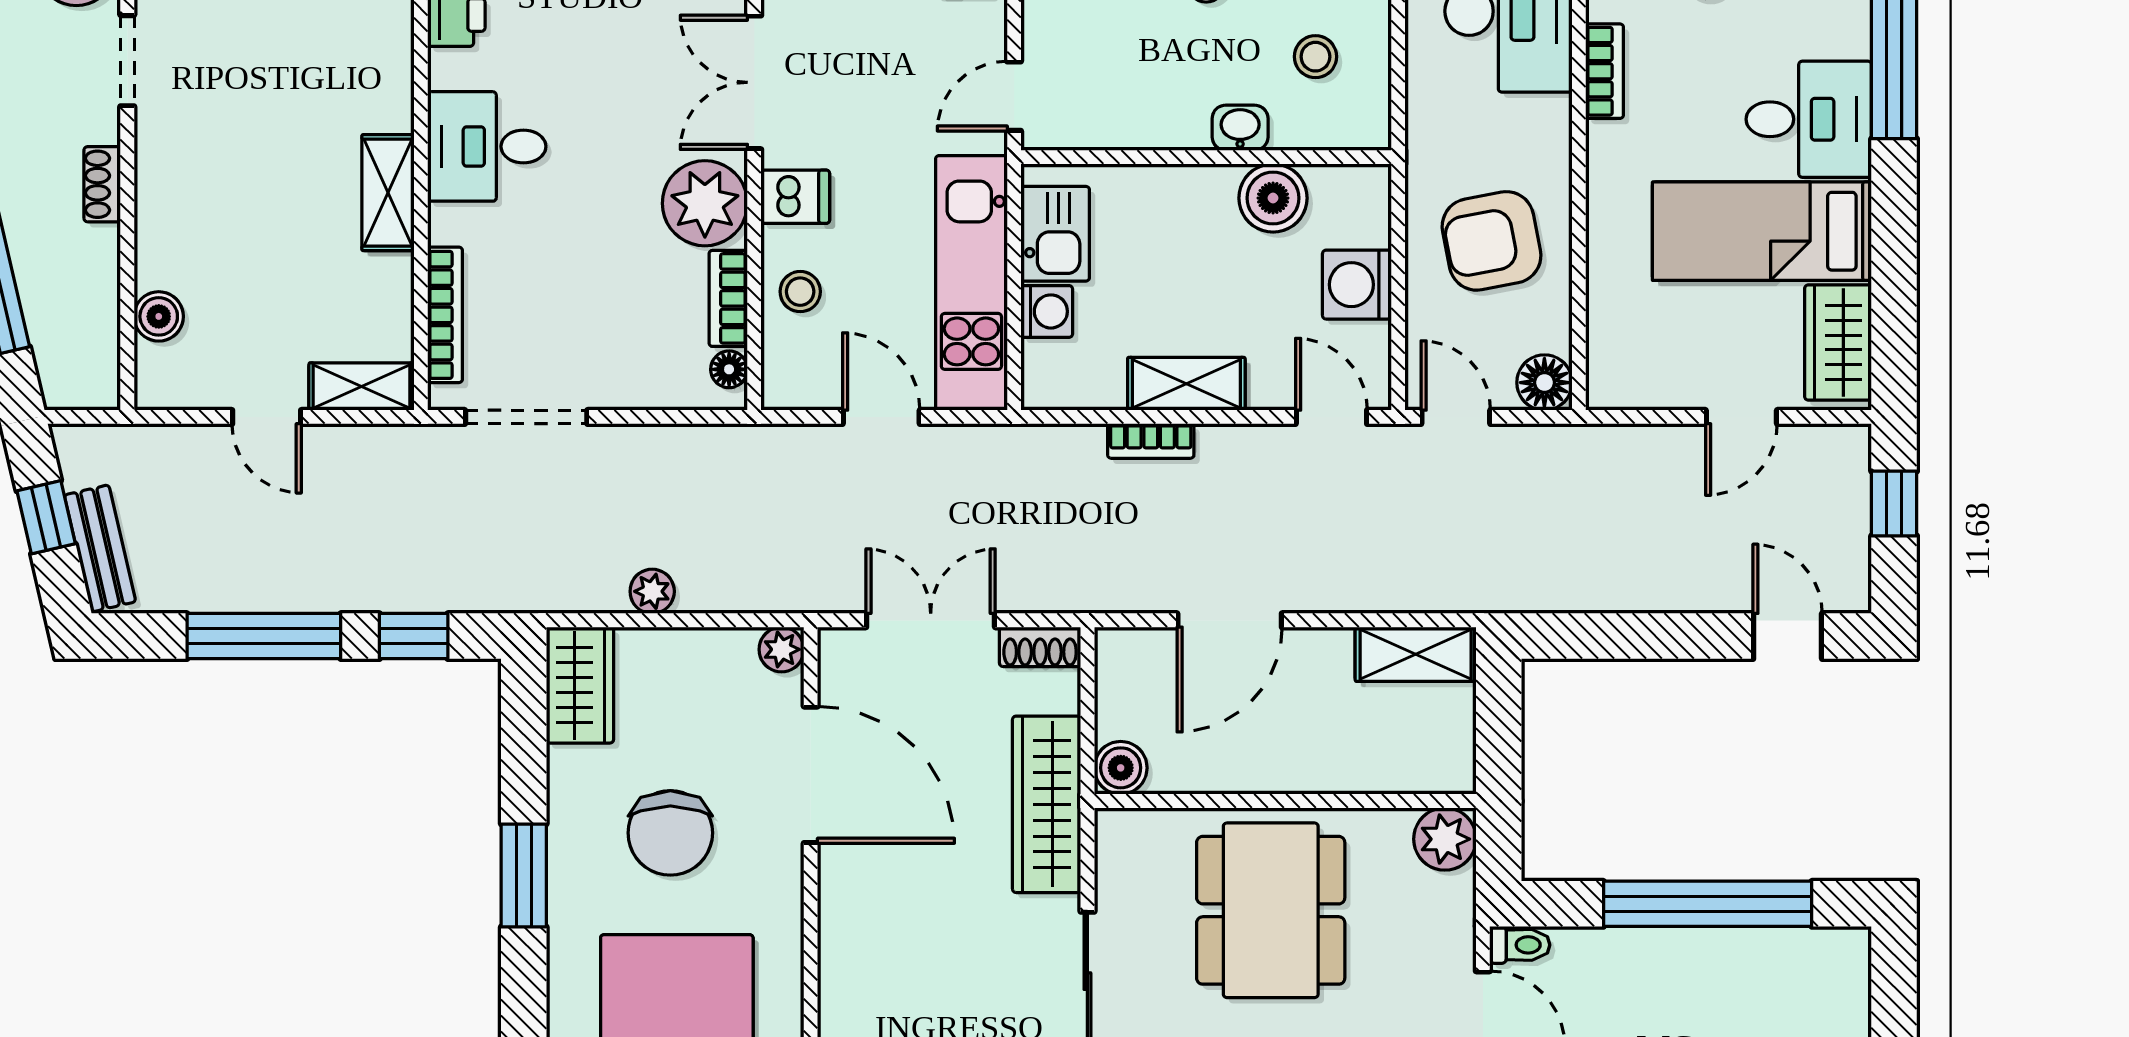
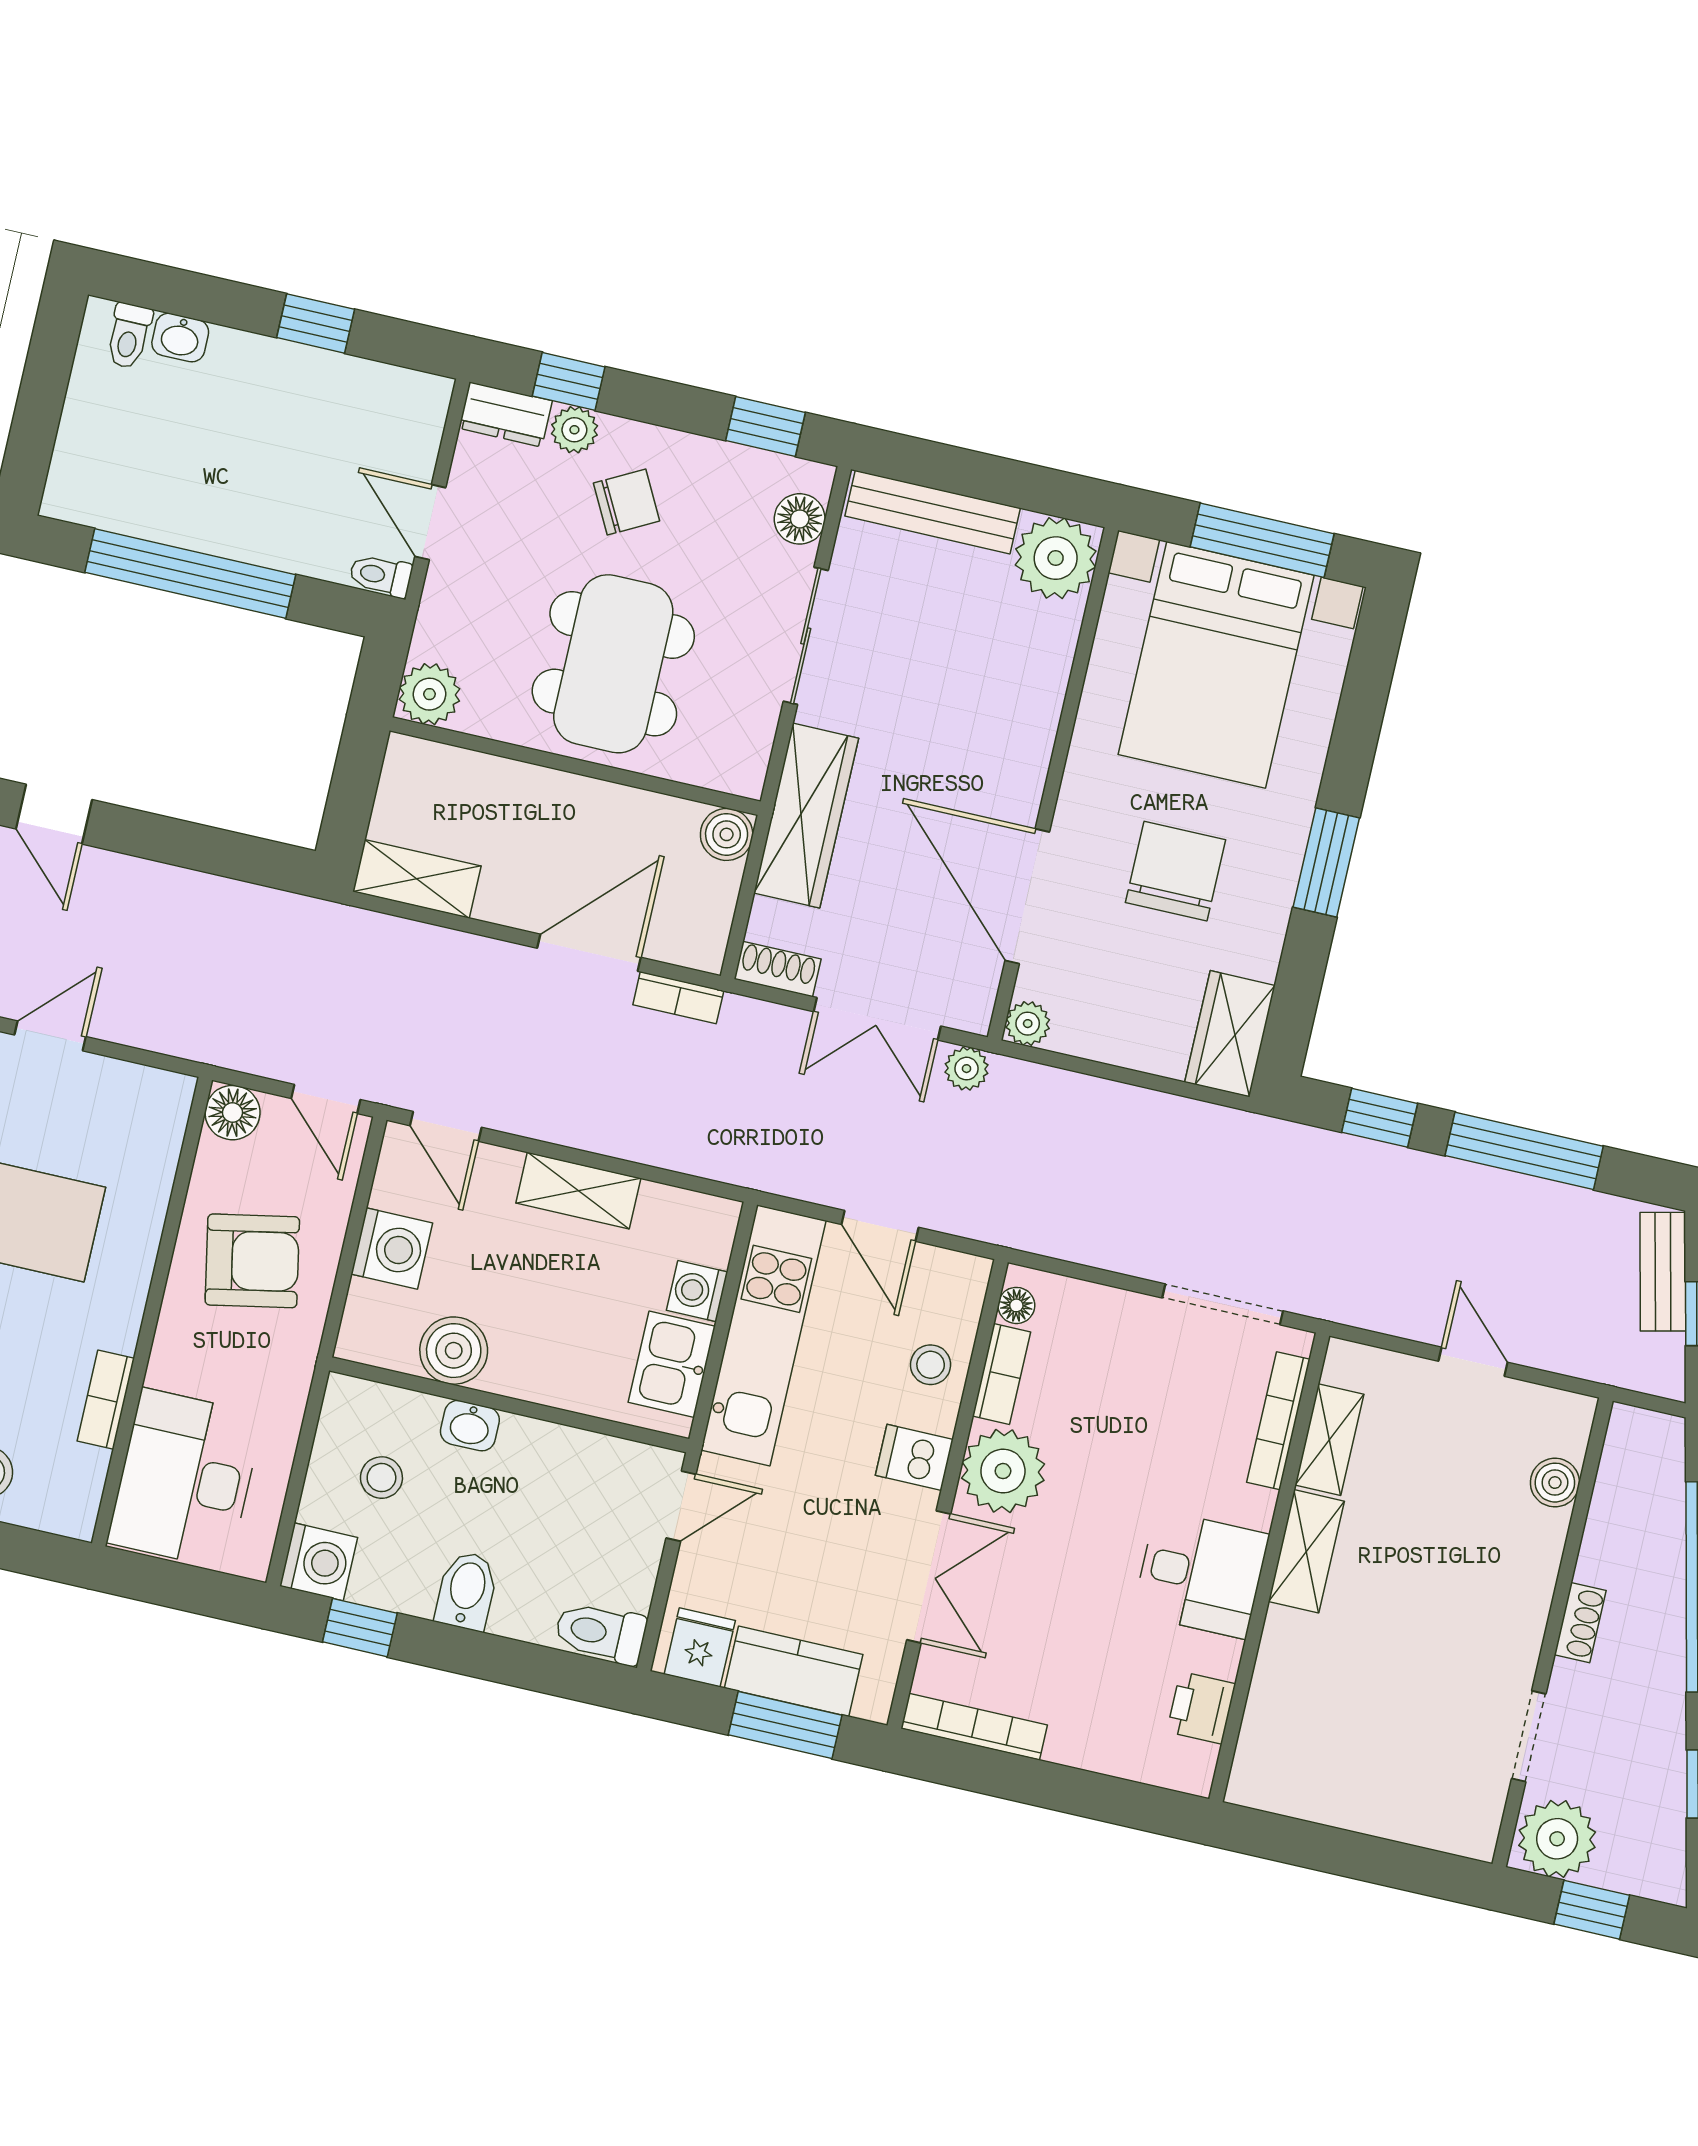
shelving: (362, 386) -> (1329, 1440), moved, turned 90
bookcase: (1151, 441) -> (678, 998), moved, turned 180
plant: (652, 591) -> (967, 1069), moved

